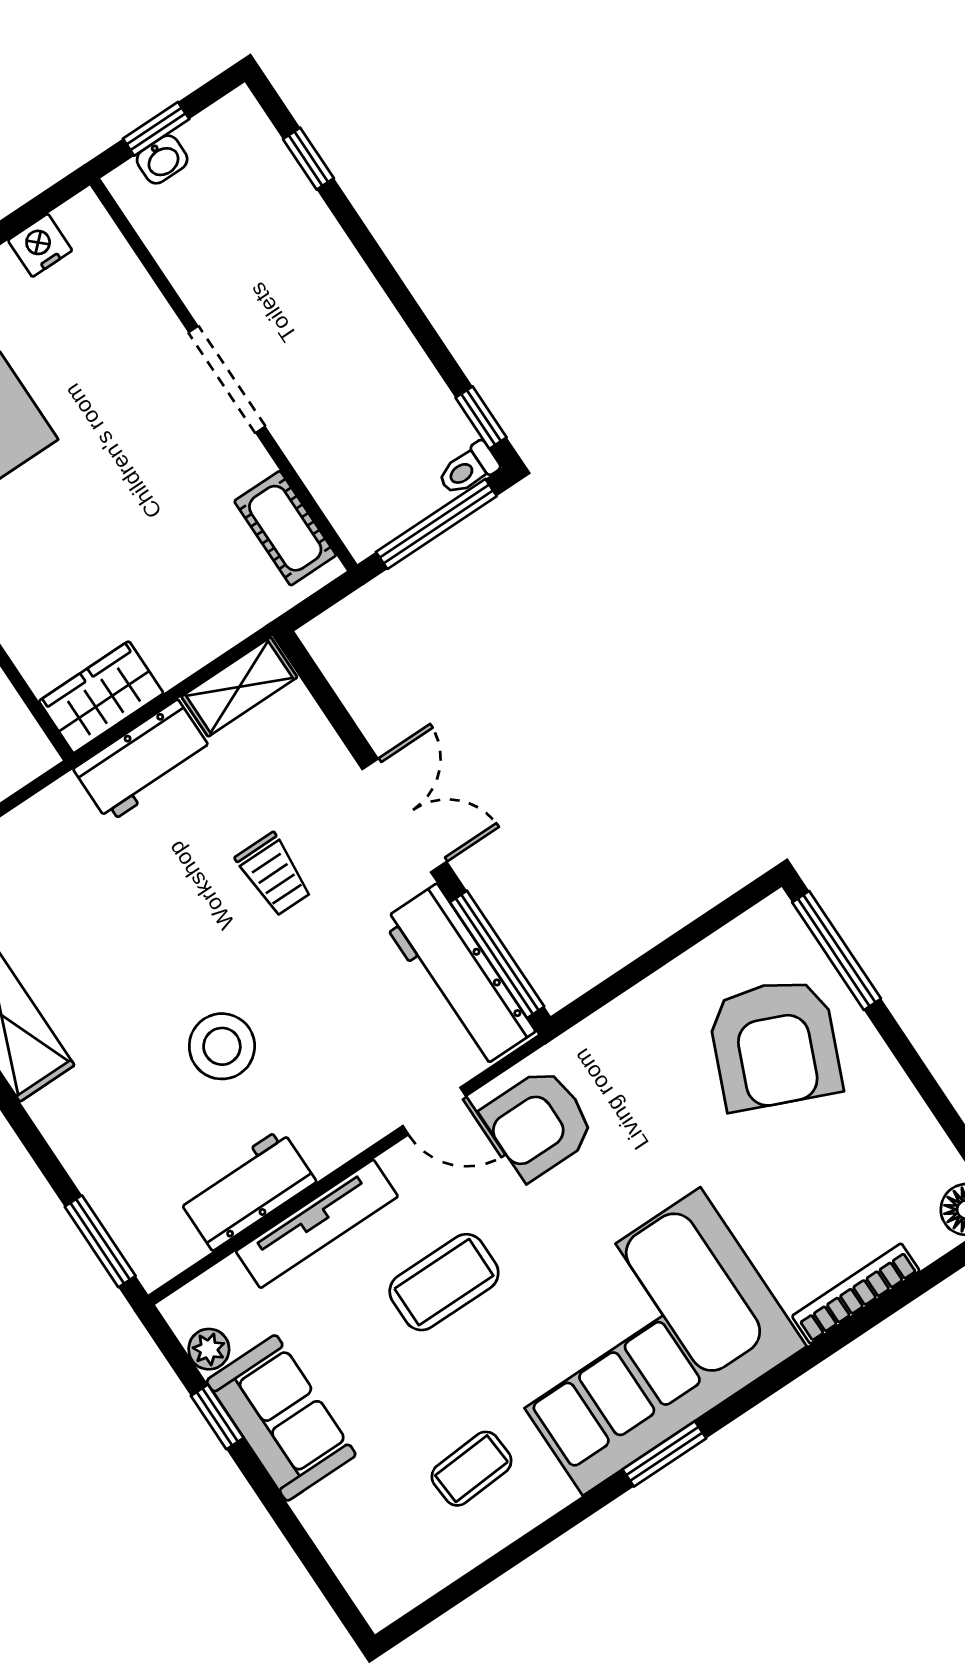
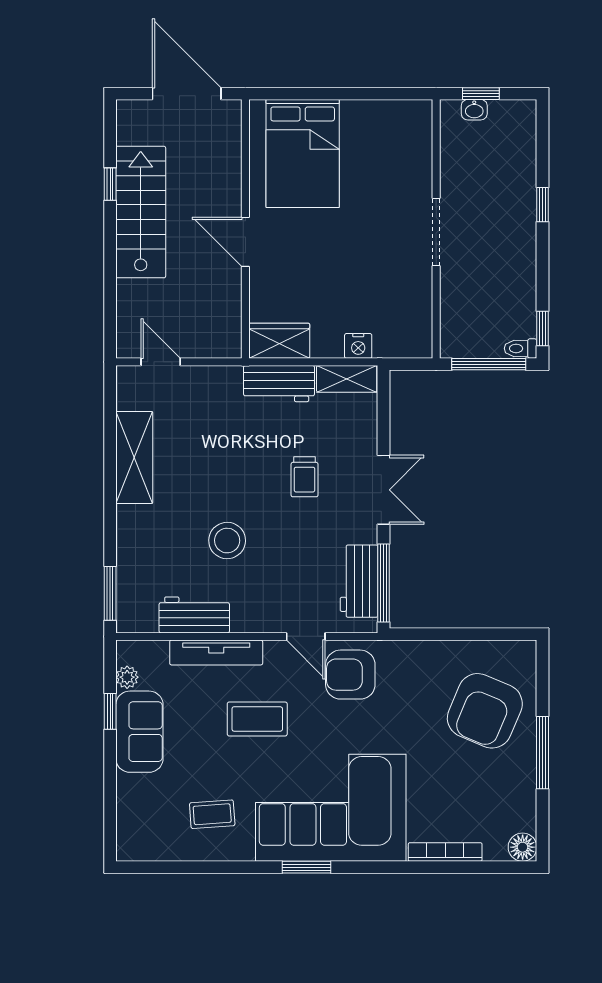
window: (308, 159) -> (543, 205), moved
nightstand: (40, 245) -> (358, 346), moved, turned 180
cot: (285, 528) -> (417, 319), removed
window: (837, 951) -> (543, 753), moved
workbench: (459, 976) -> (359, 581), width x0.73

